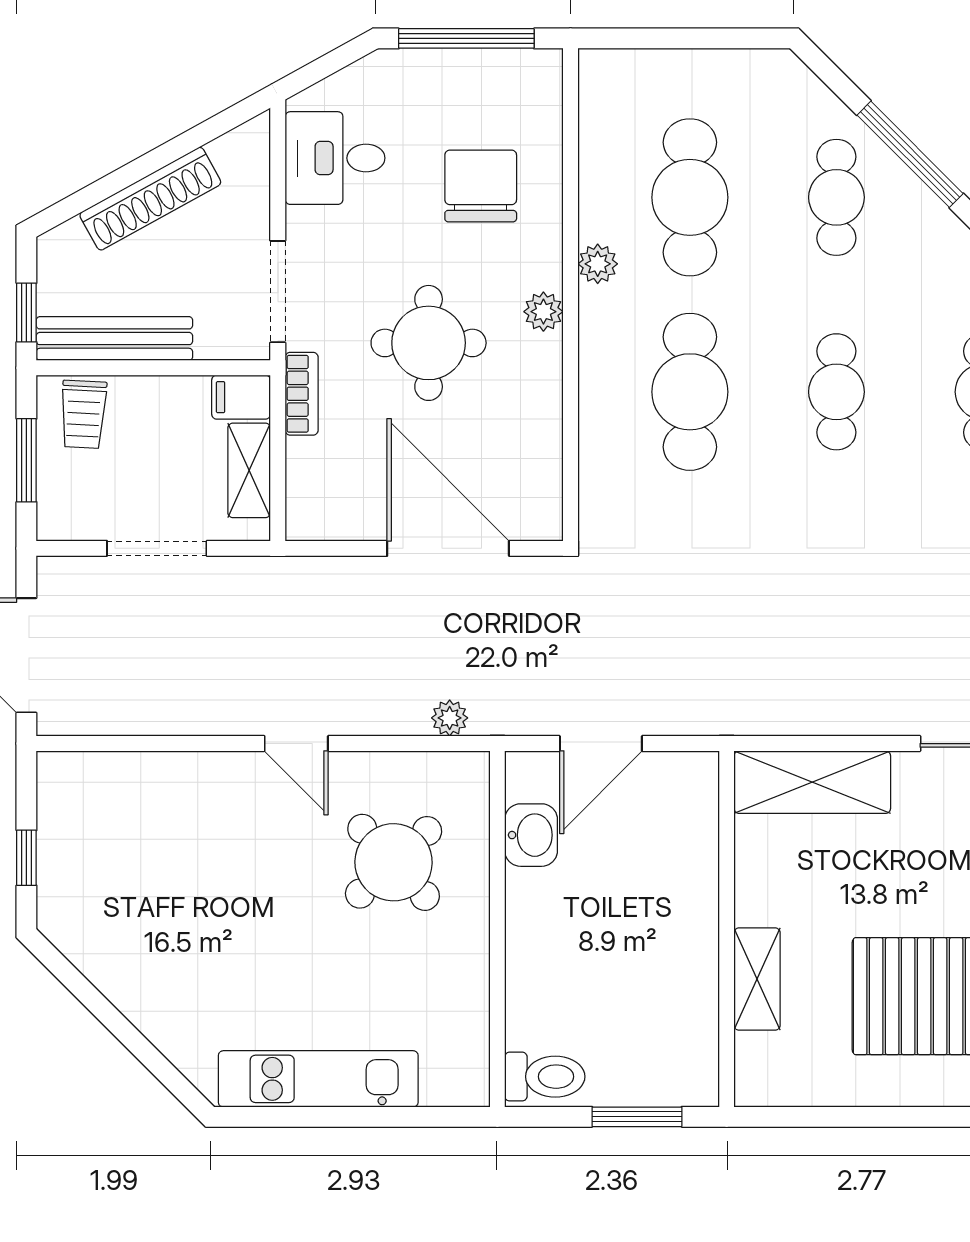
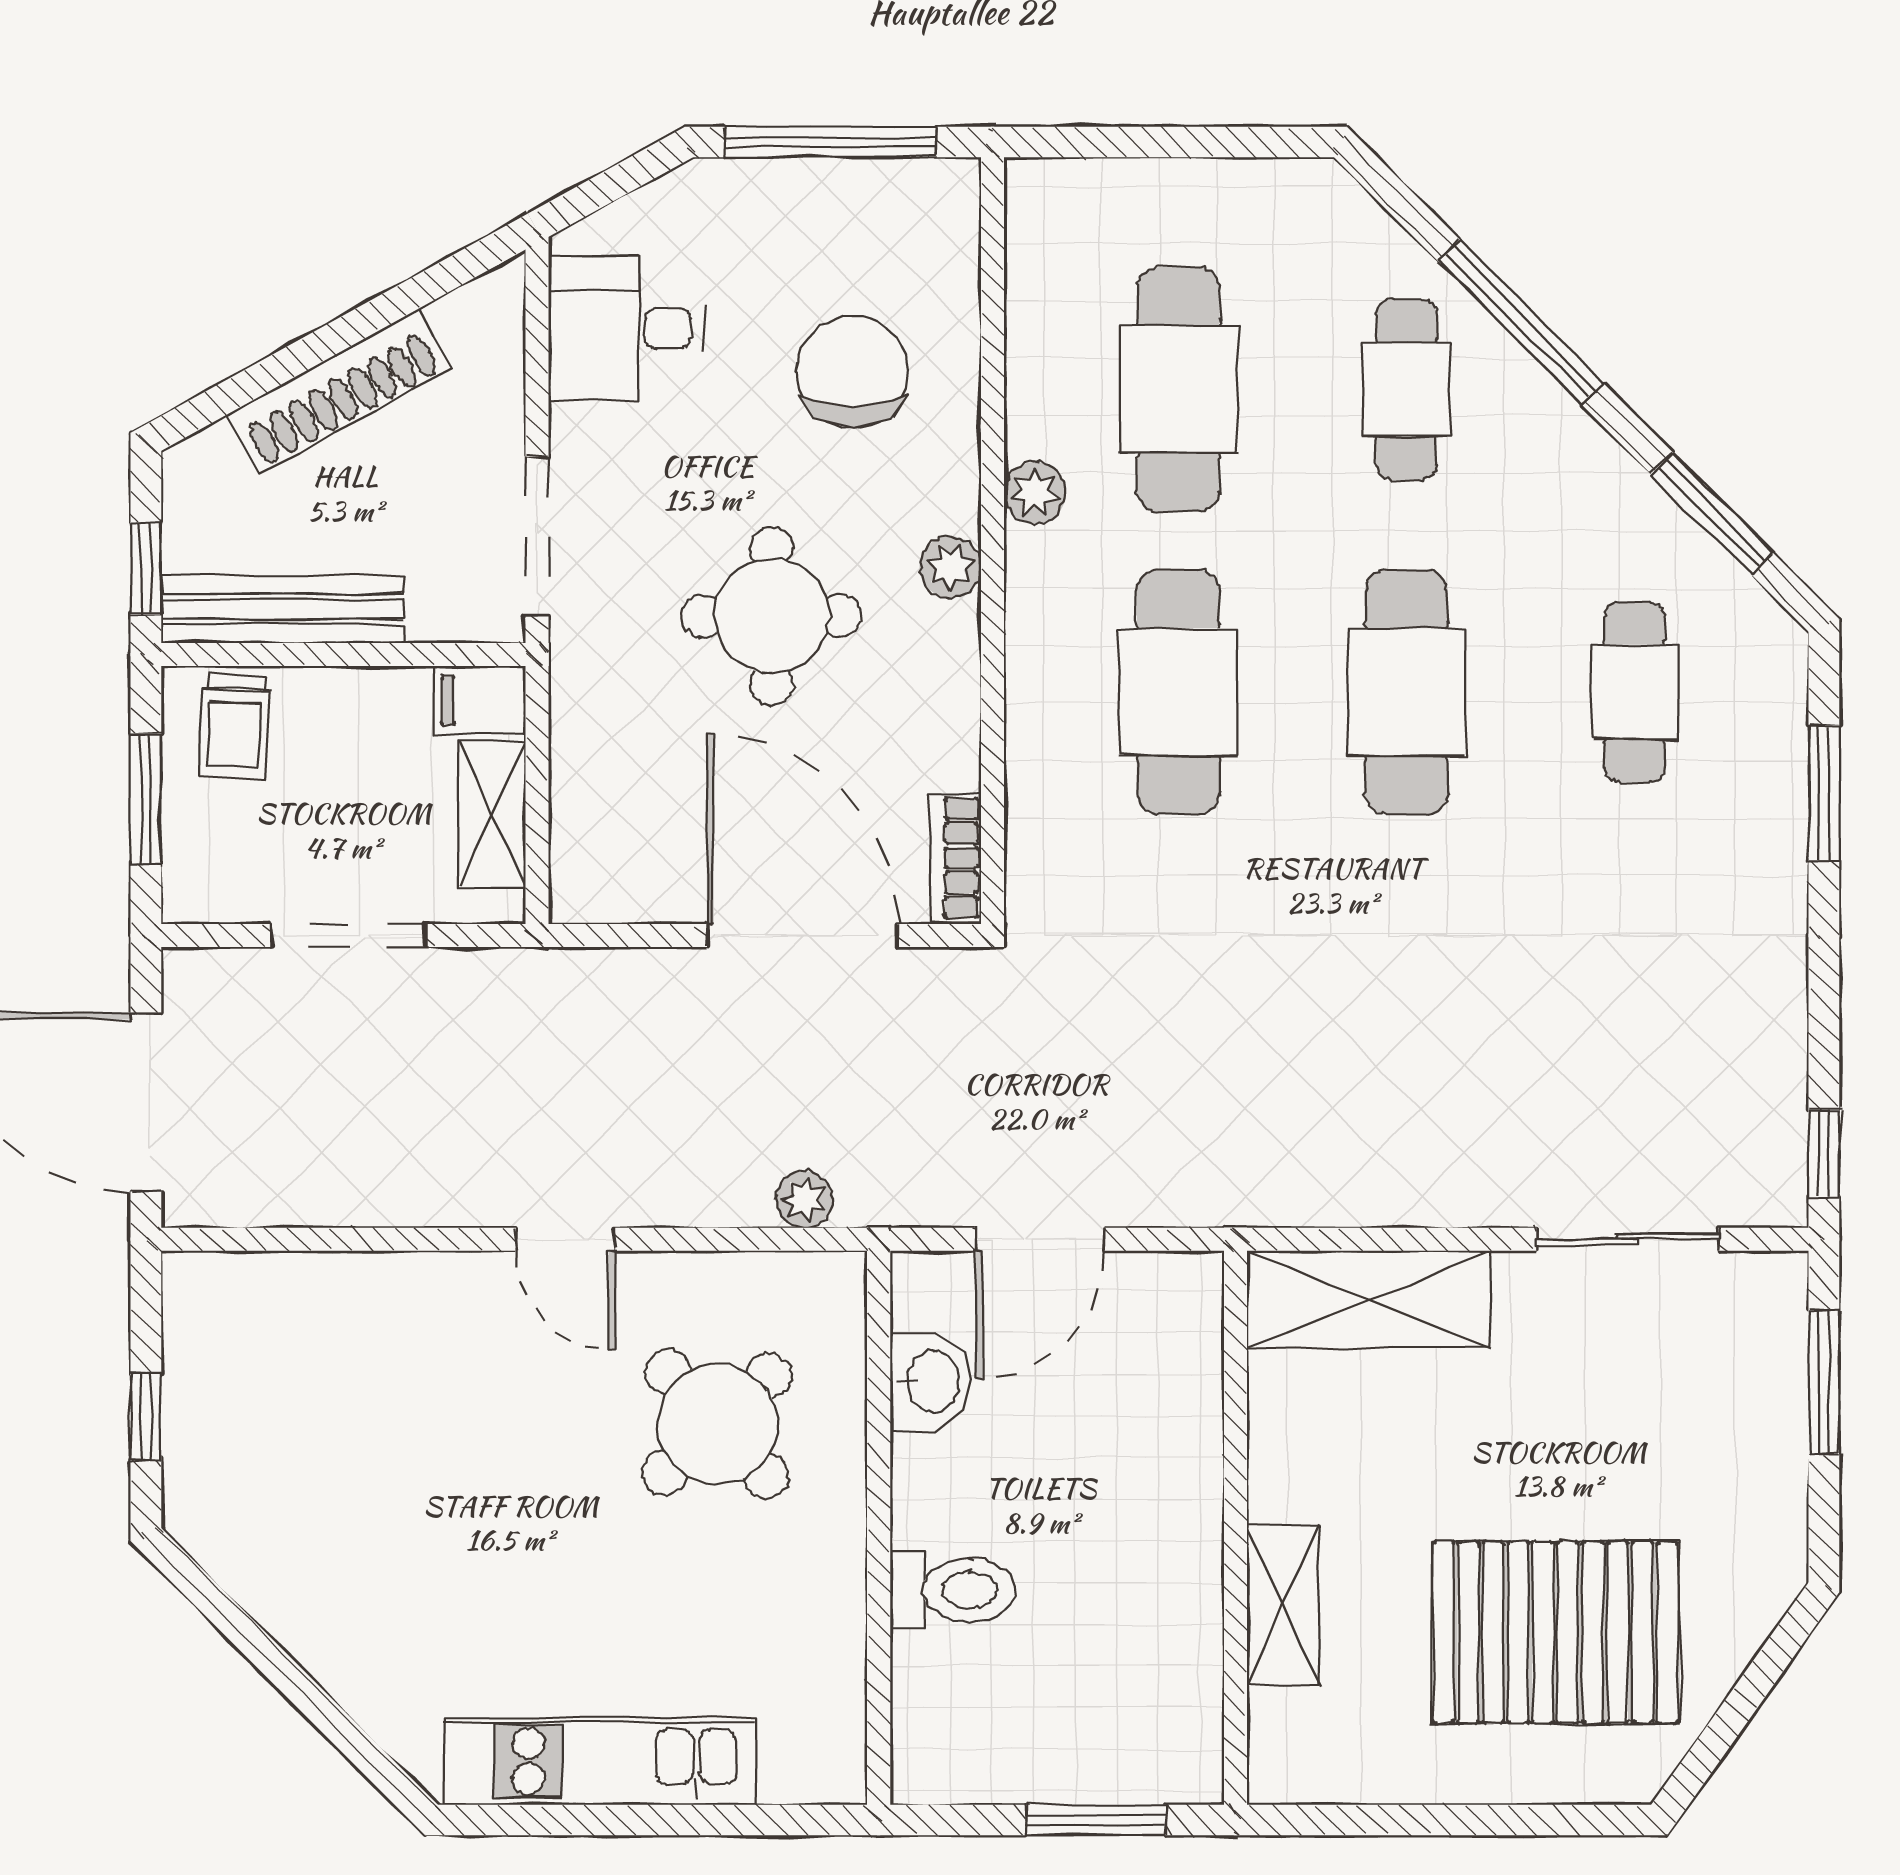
cafe table: (836, 392) -> (1406, 692), width x1.37, depth x1.35
bookcase: (302, 394) -> (955, 858), moved, turned 180
toilet: (545, 1077) -> (952, 1590), moved

